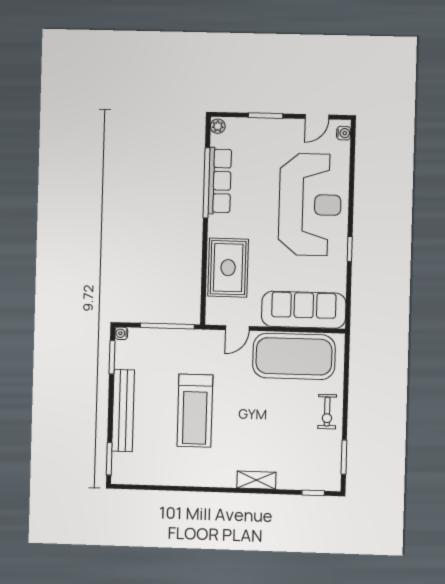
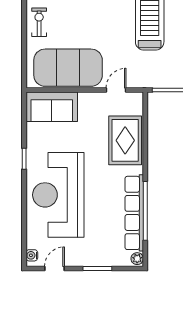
row of seats: (220, 181) -> (134, 213), width x1.36
sofa: (304, 310) -> (52, 107), width x0.73

